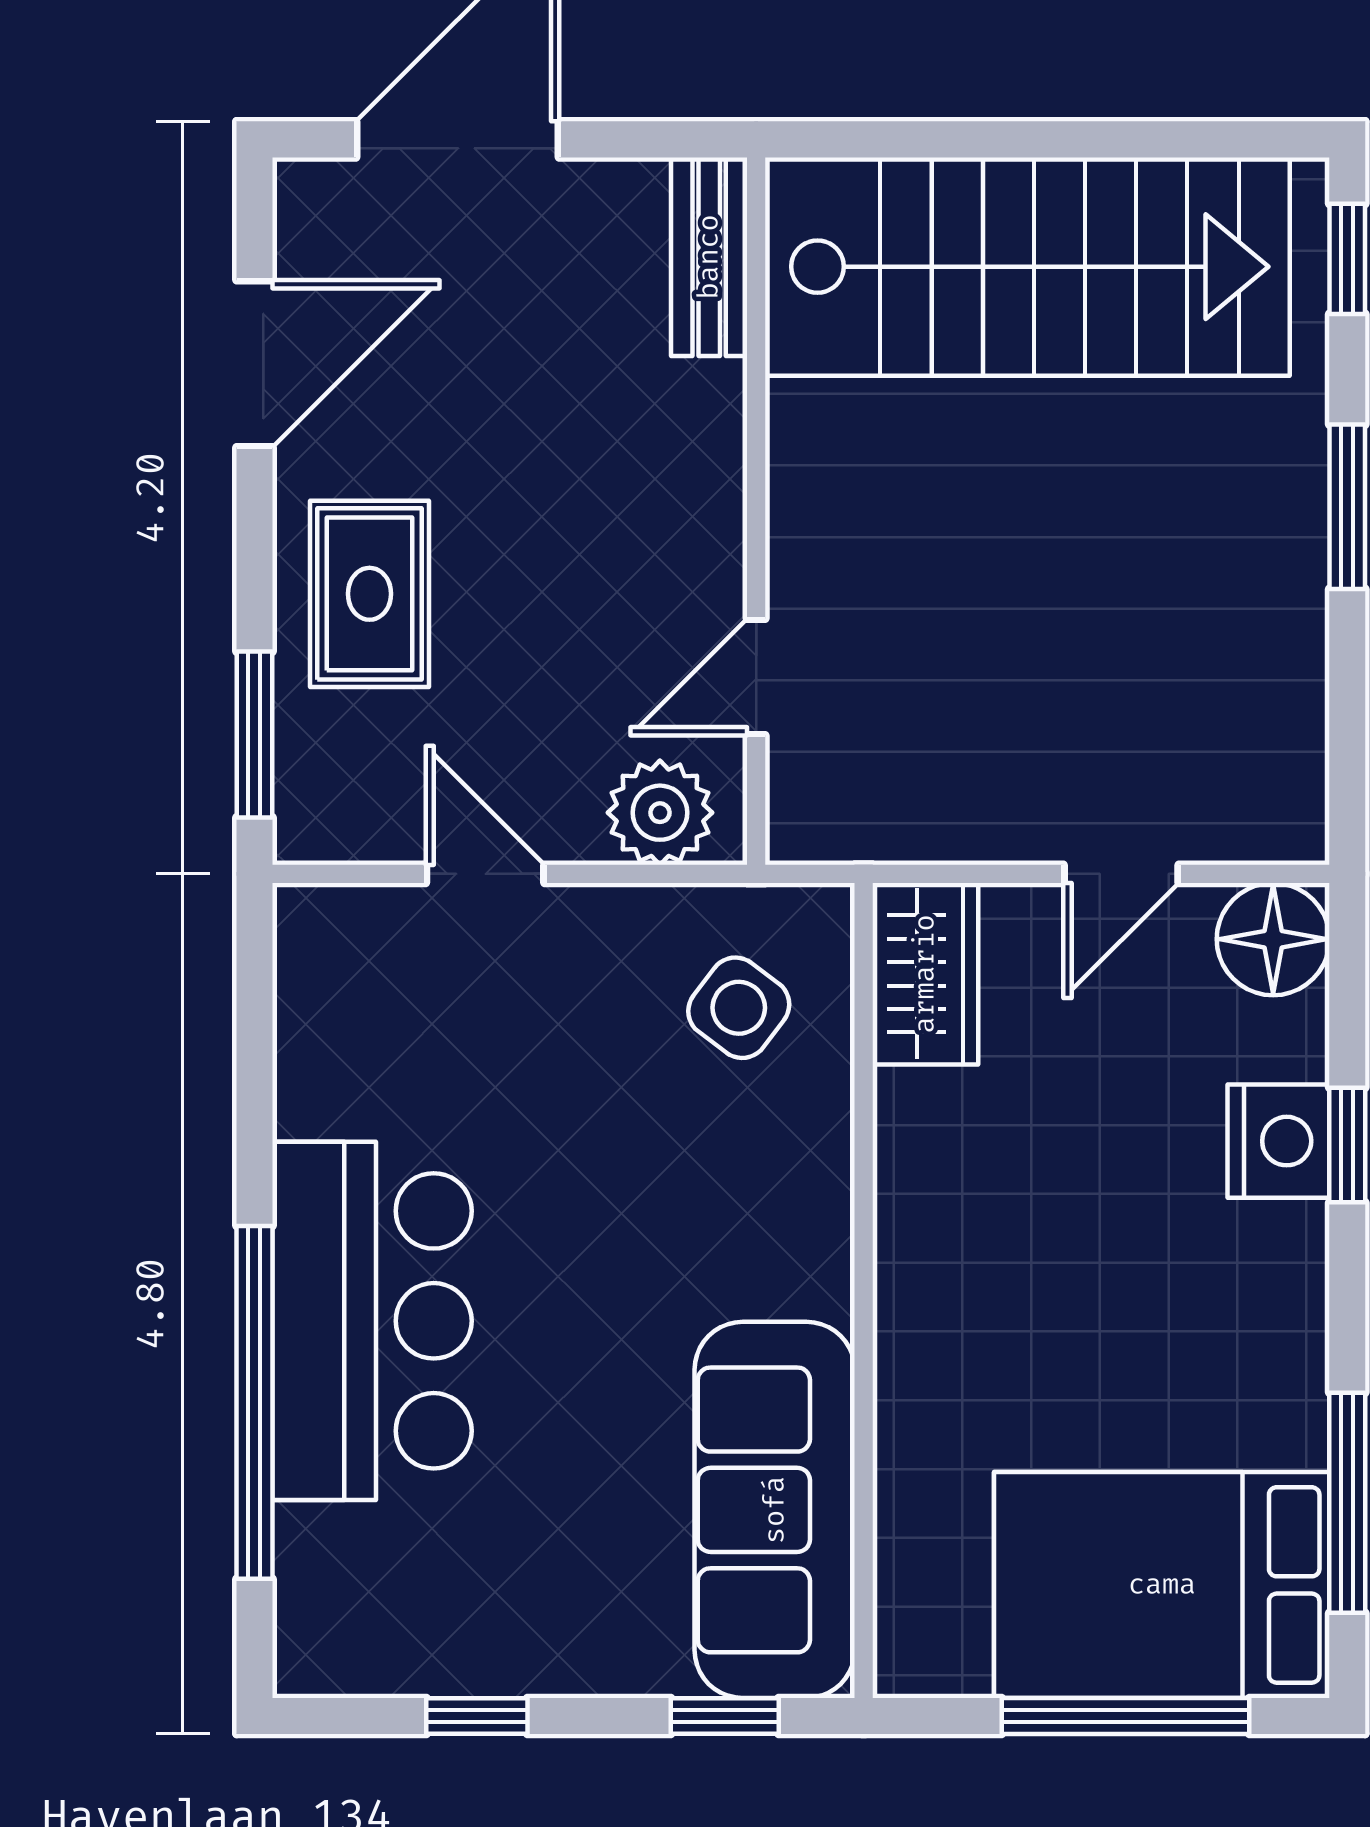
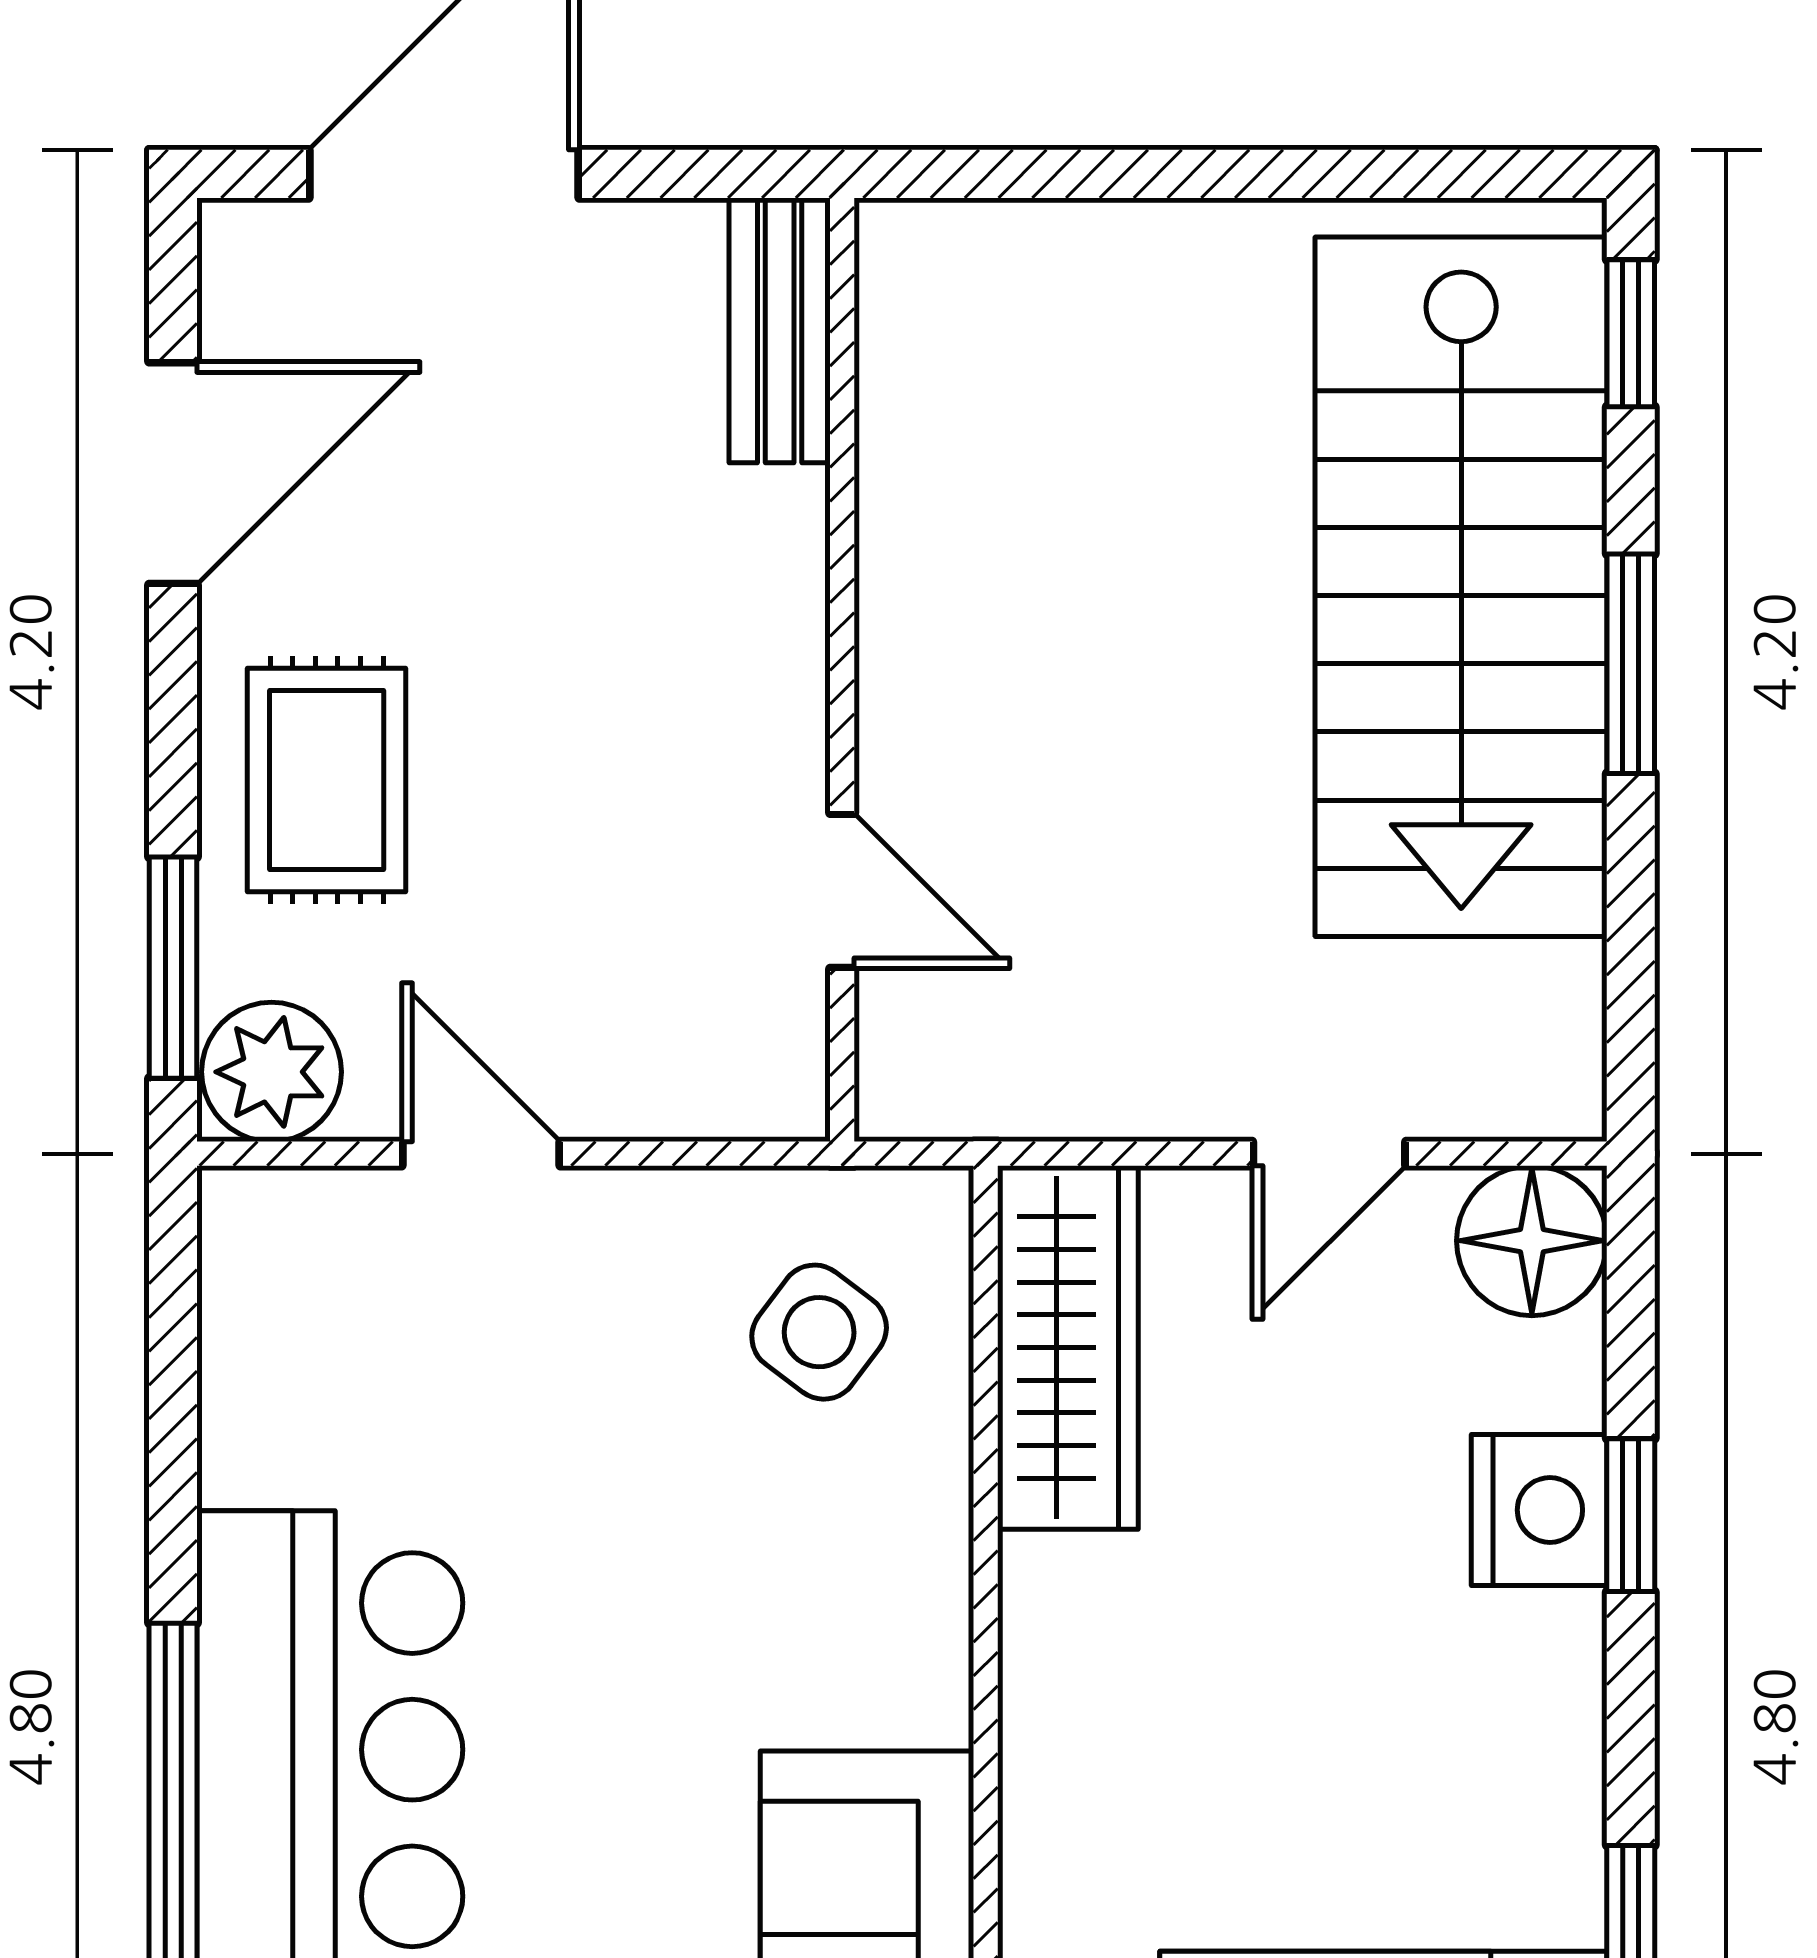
stairs: (1027, 267) -> (1461, 587), moved, turned 90
door: (756, 677) -> (842, 891), swing flipped
plant: (660, 813) -> (272, 1072), moved
wardrobe: (925, 974) -> (1068, 1348), width x1.50

